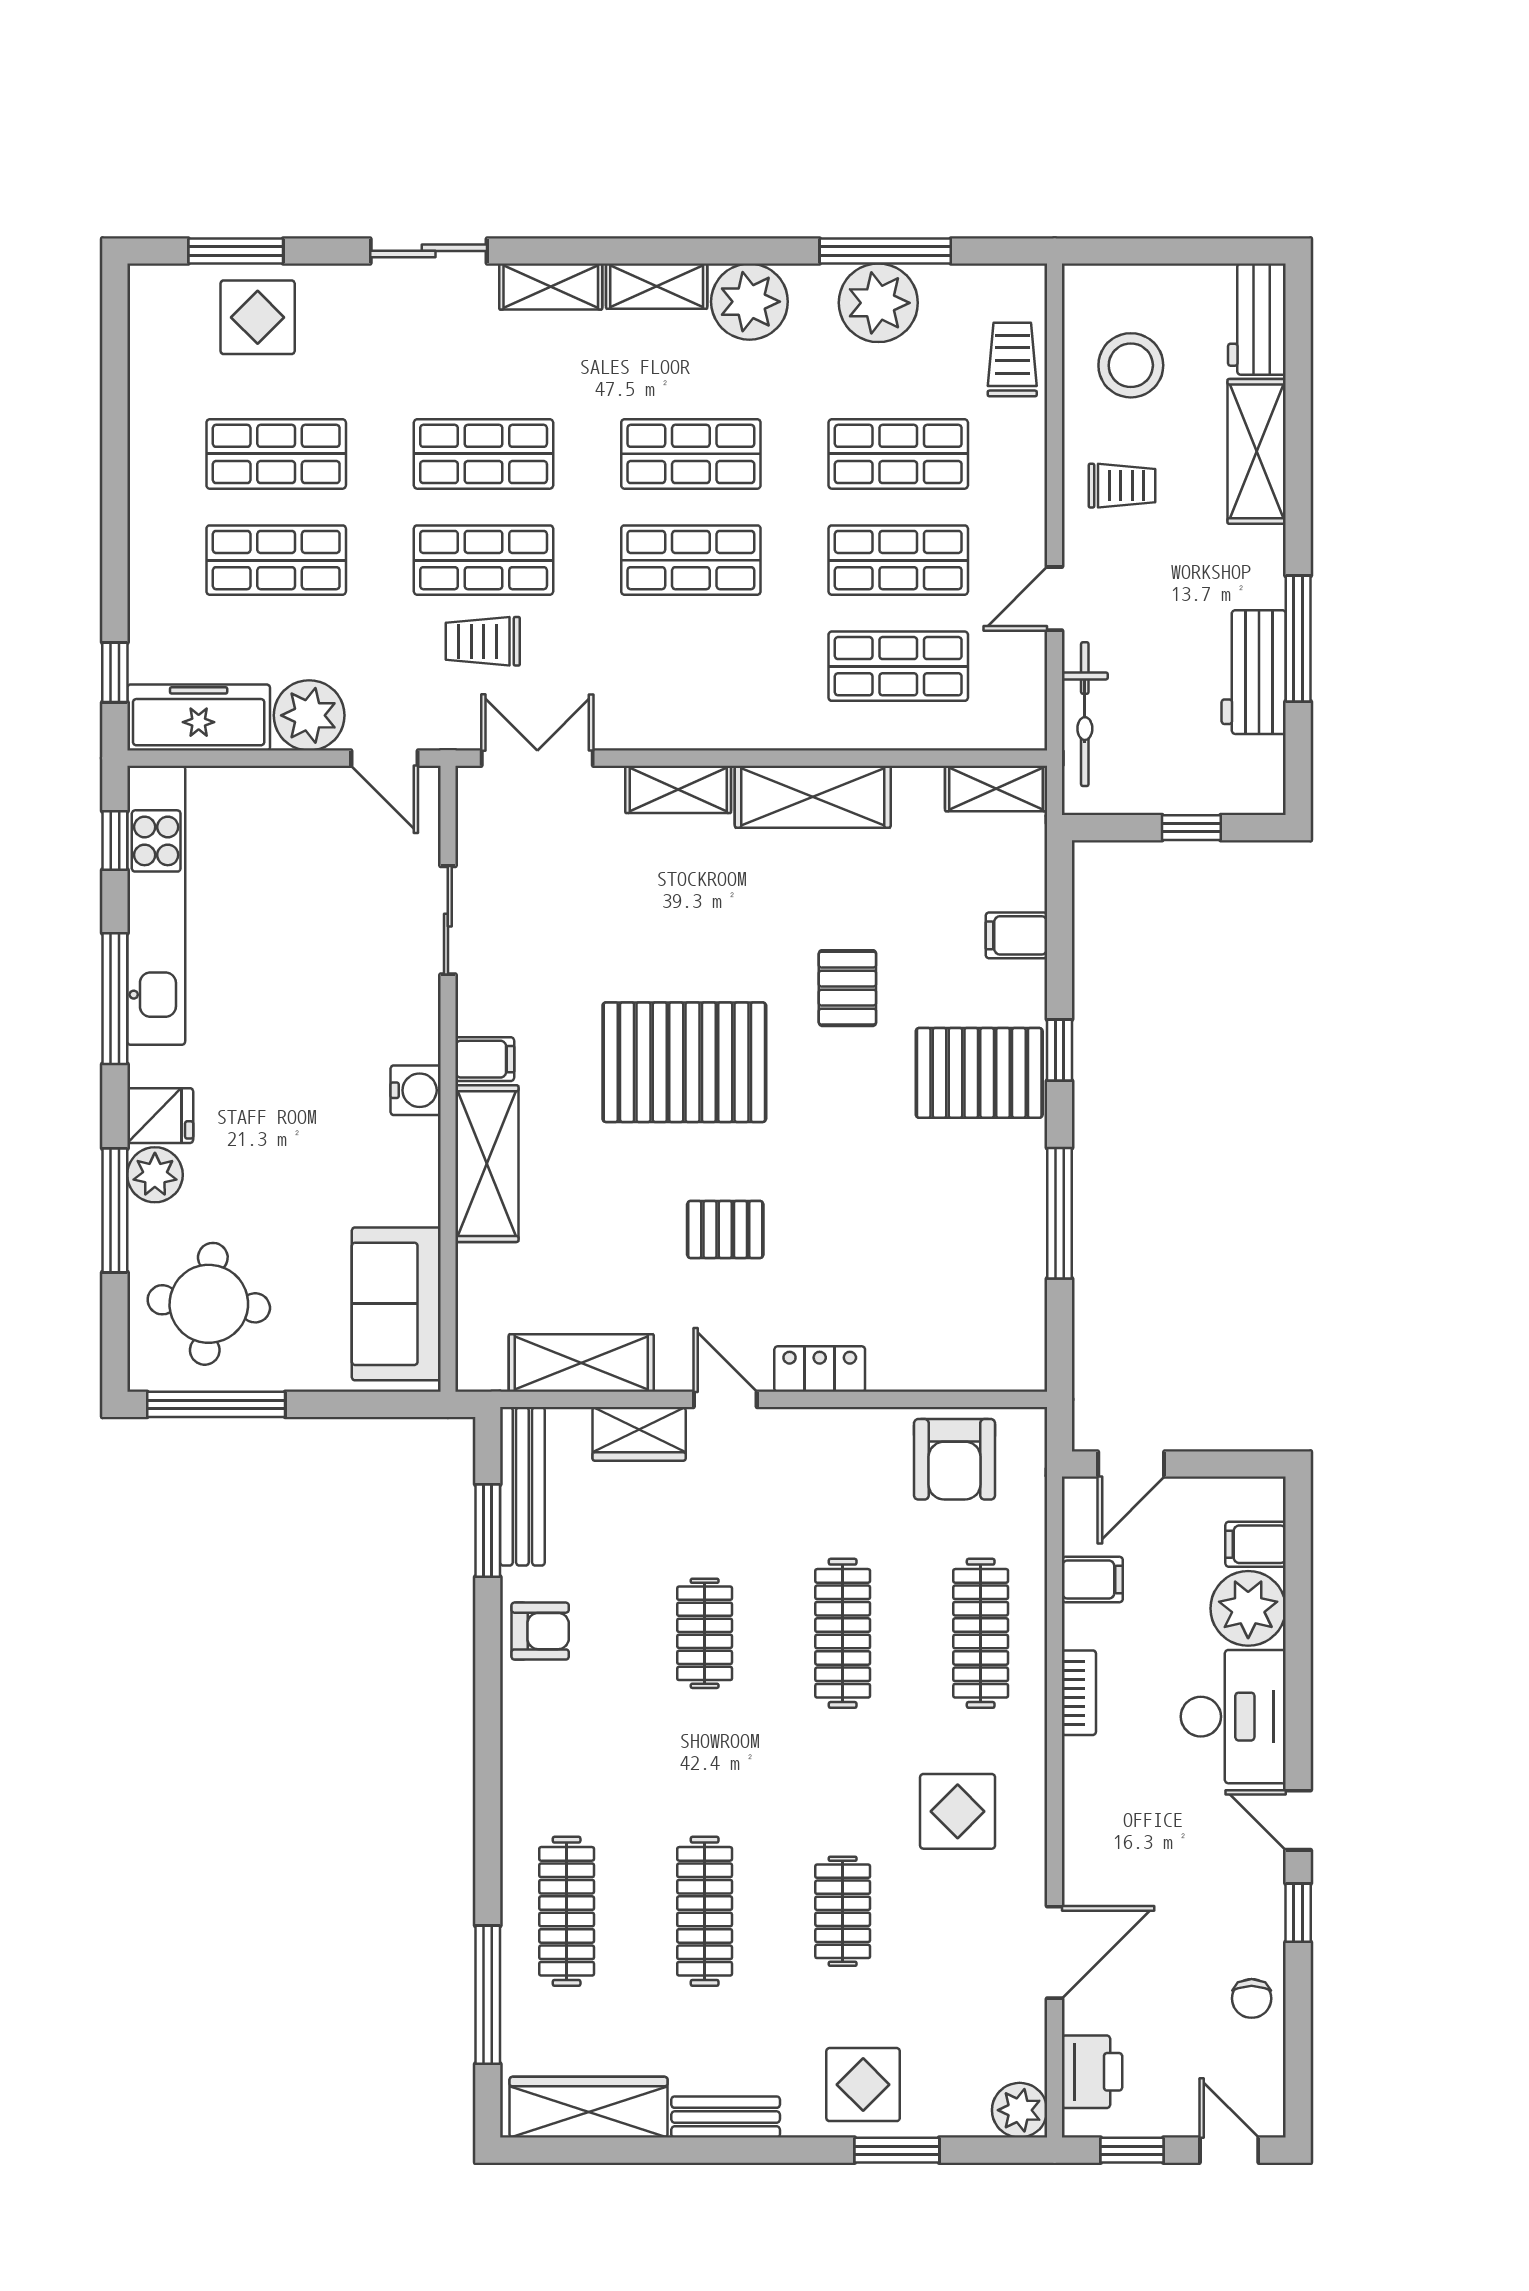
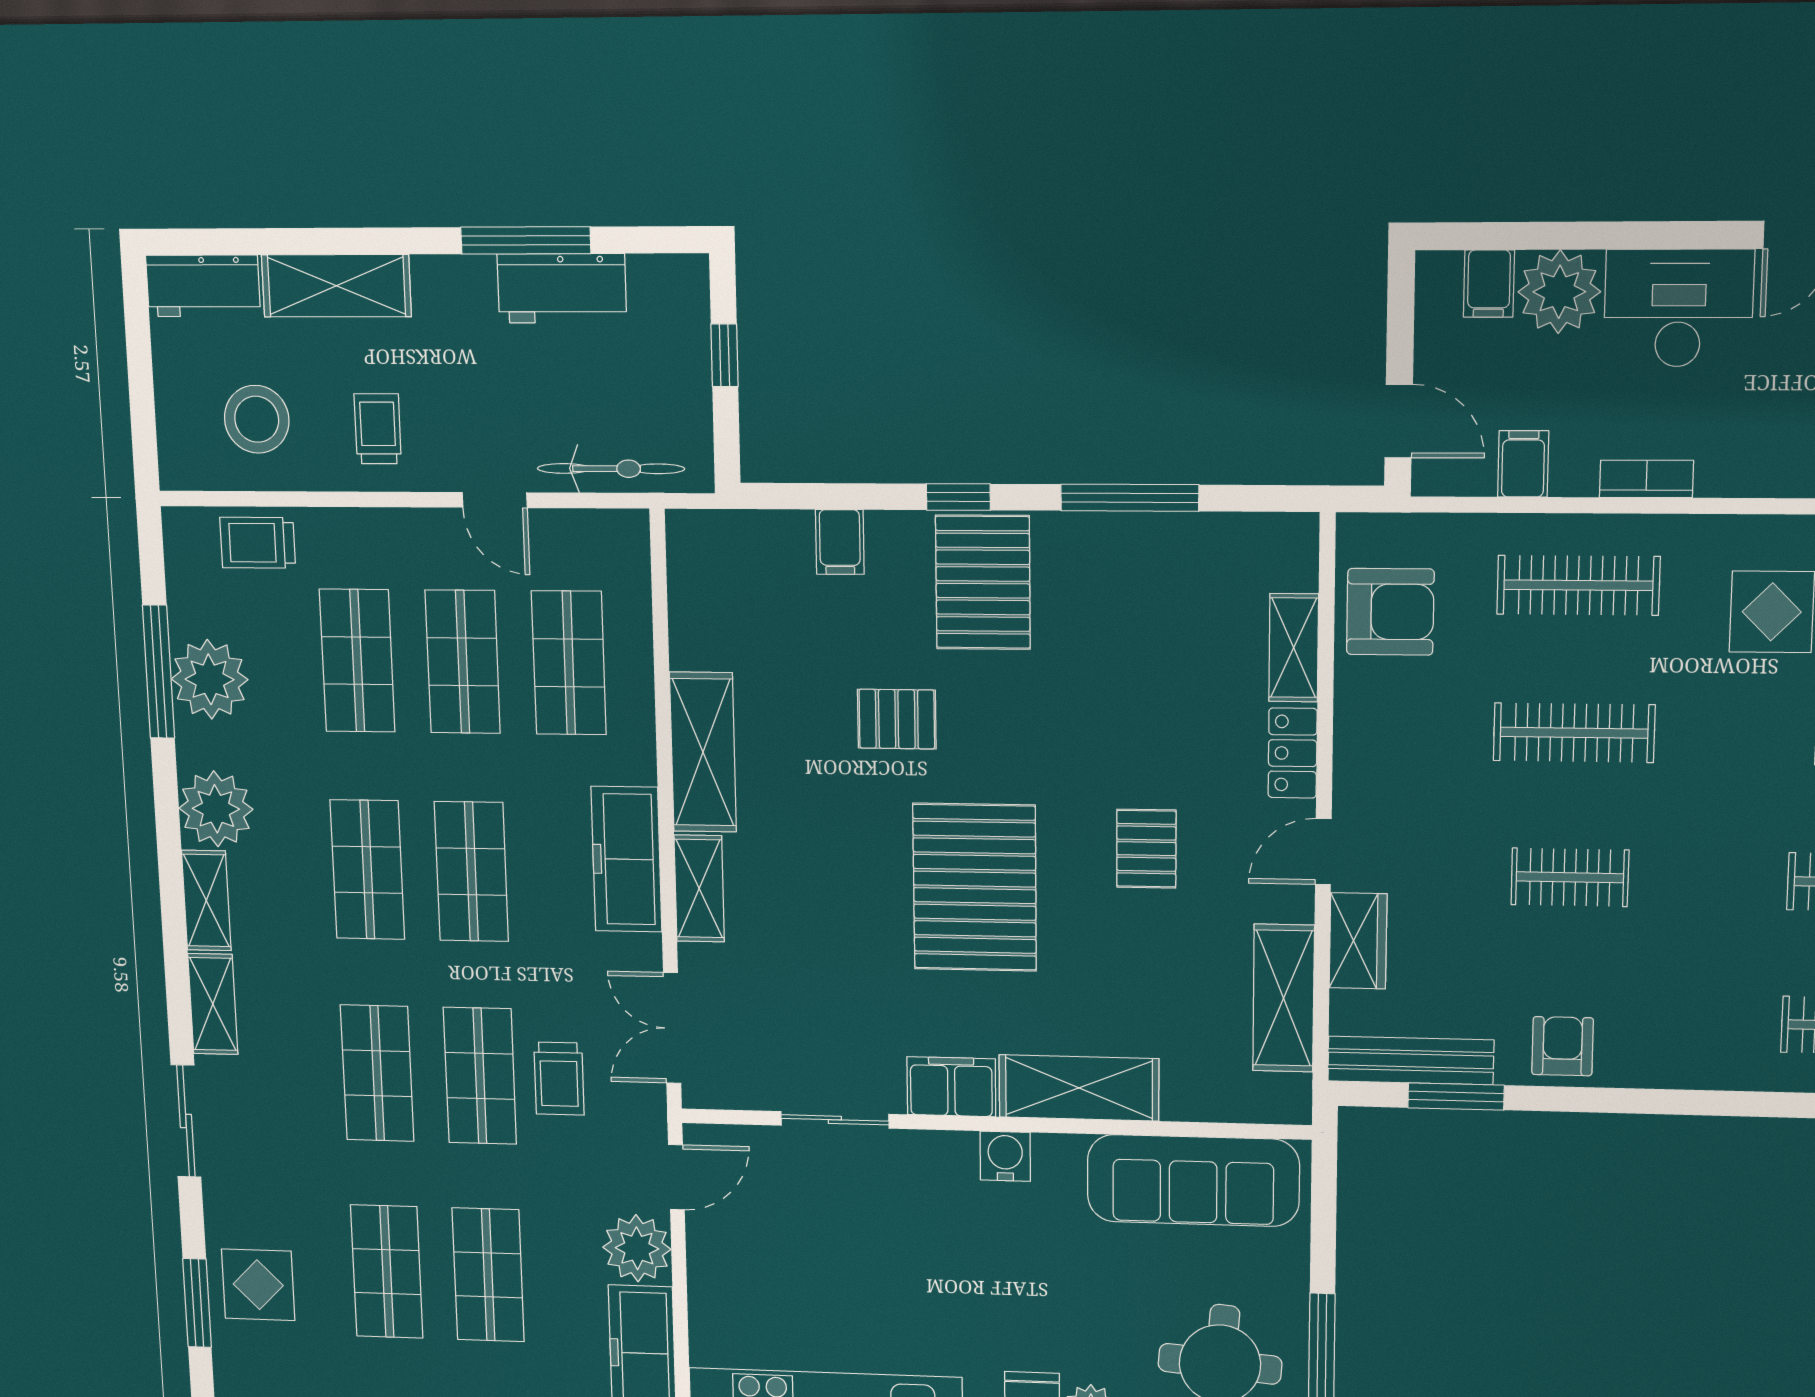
freezer: (706, 717) -> (626, 859), added
shelving: (996, 788) -> (1294, 648), moved
filing cabinet: (485, 1059) -> (951, 1087), width x2.00
sofa: (396, 1304) -> (1193, 1181), width x1.36

